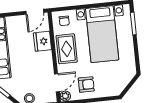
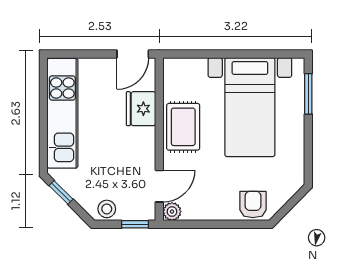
chair: (64, 21) -> (184, 76), removed
armchair: (86, 85) -> (253, 205), moved, turned -90

